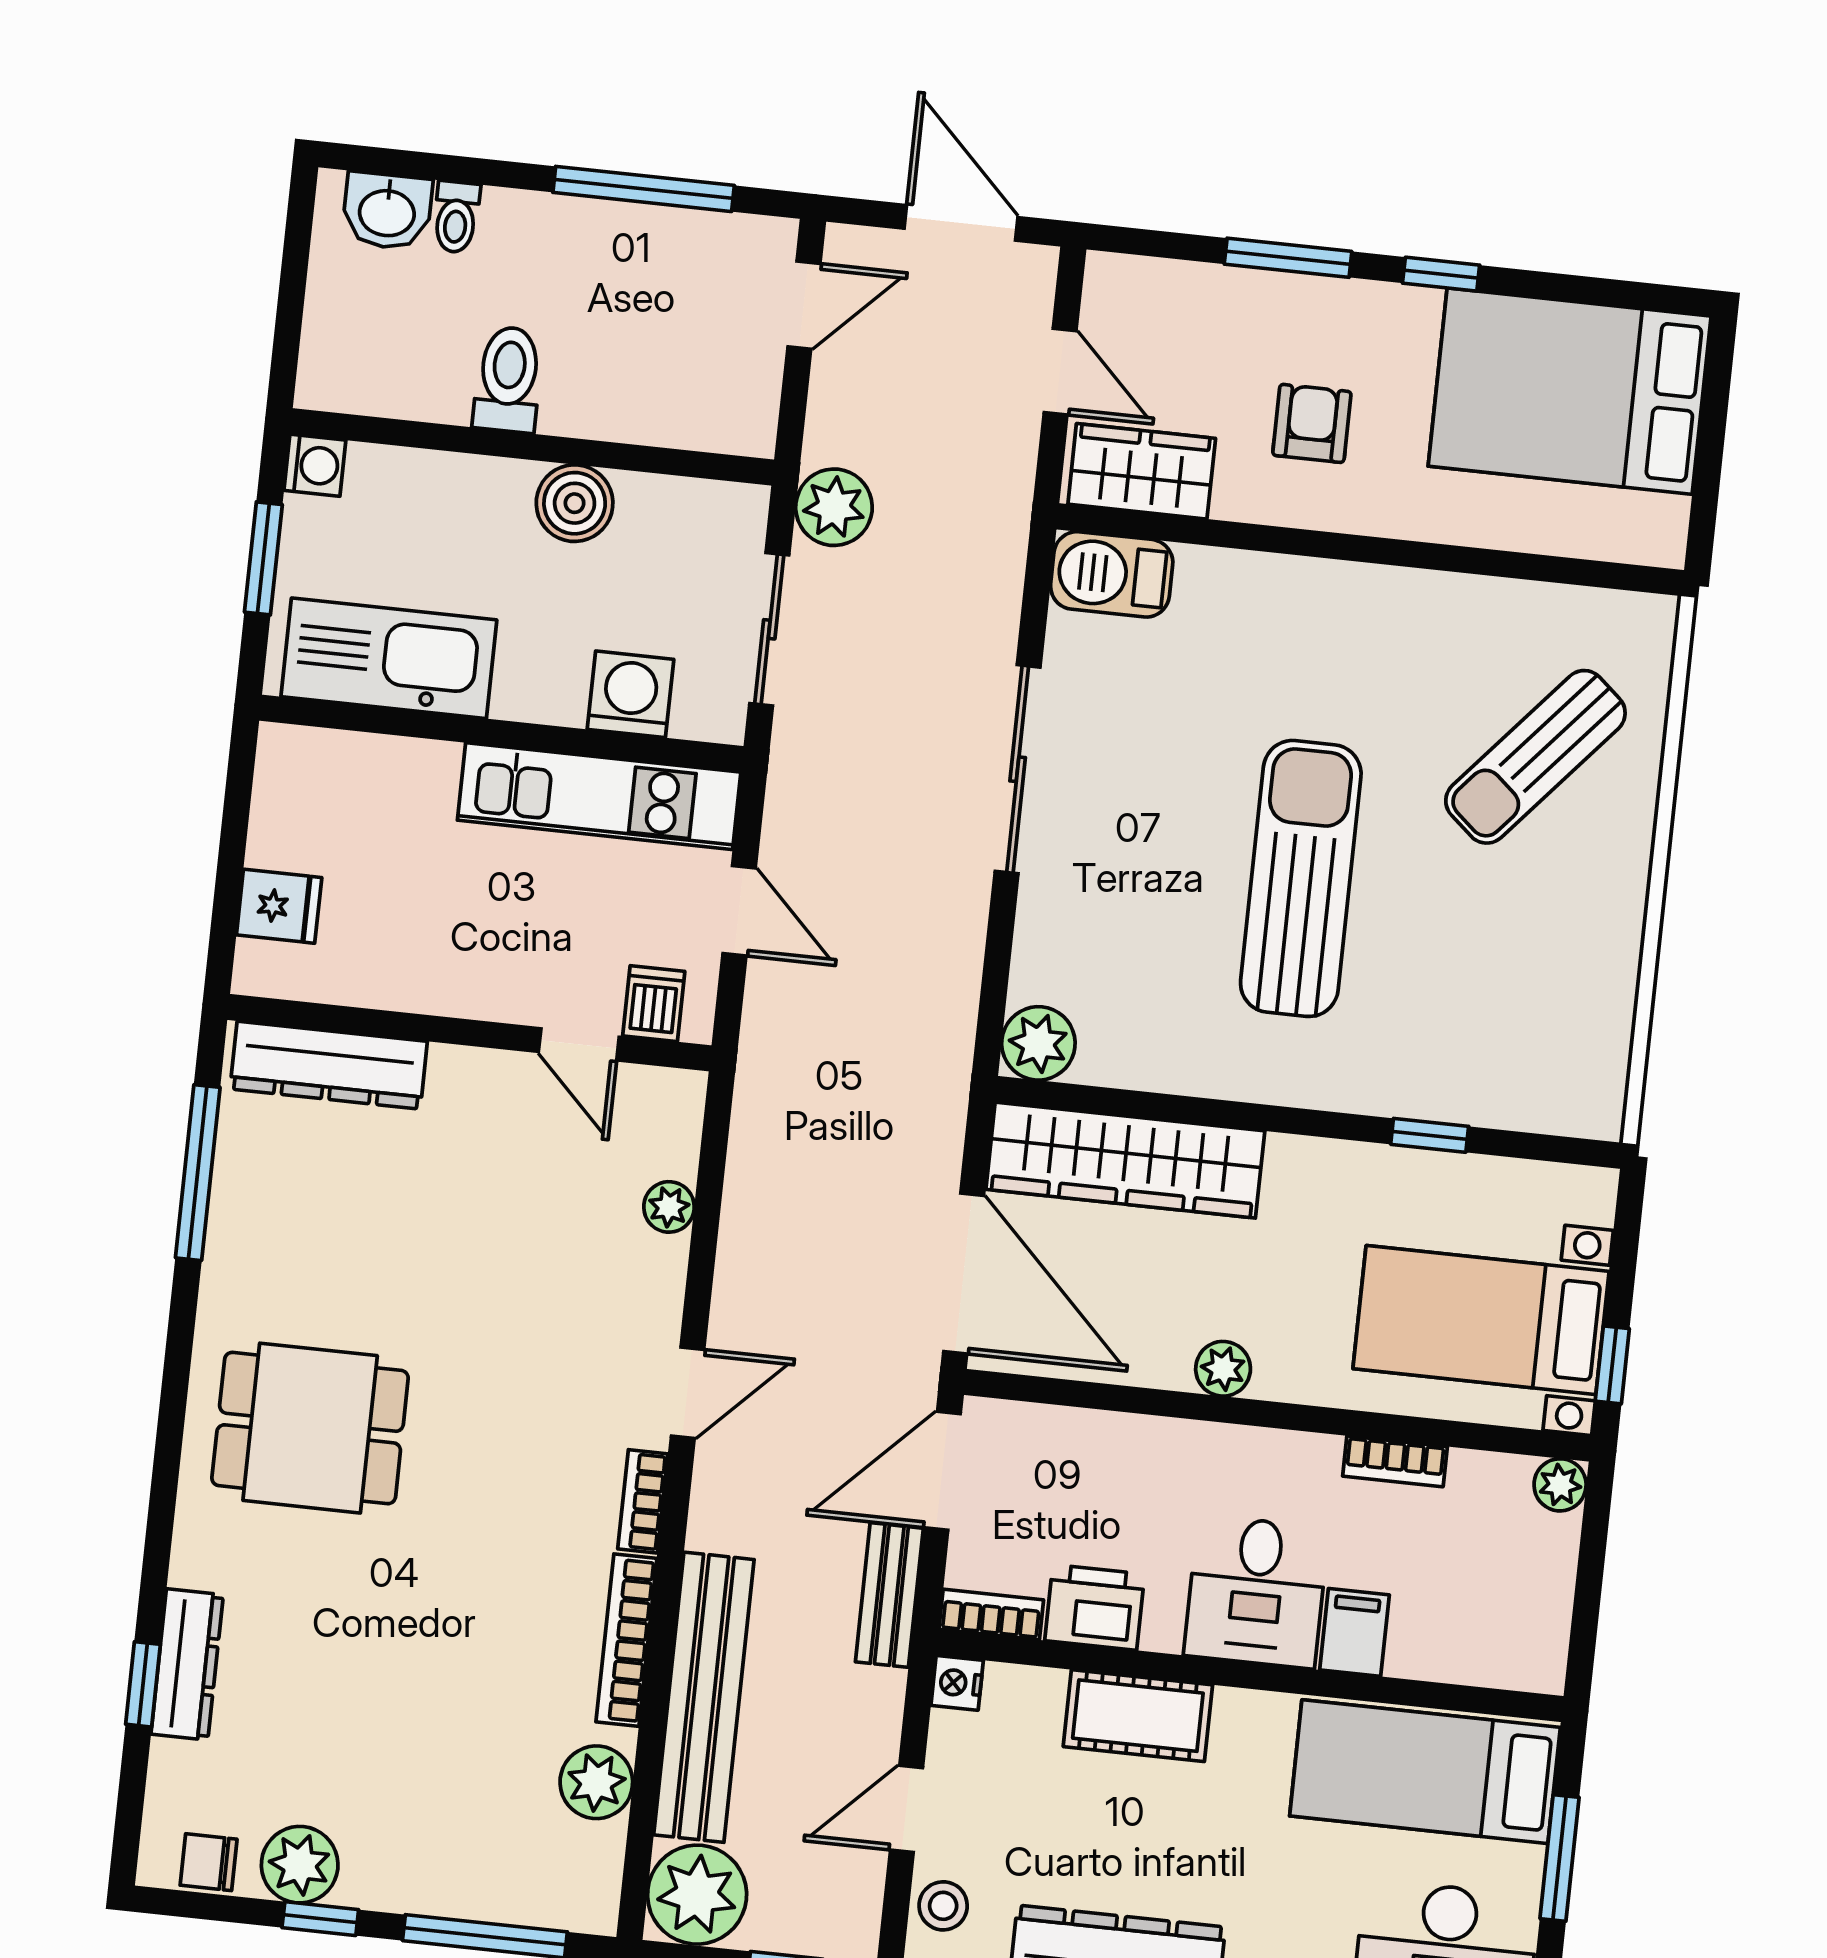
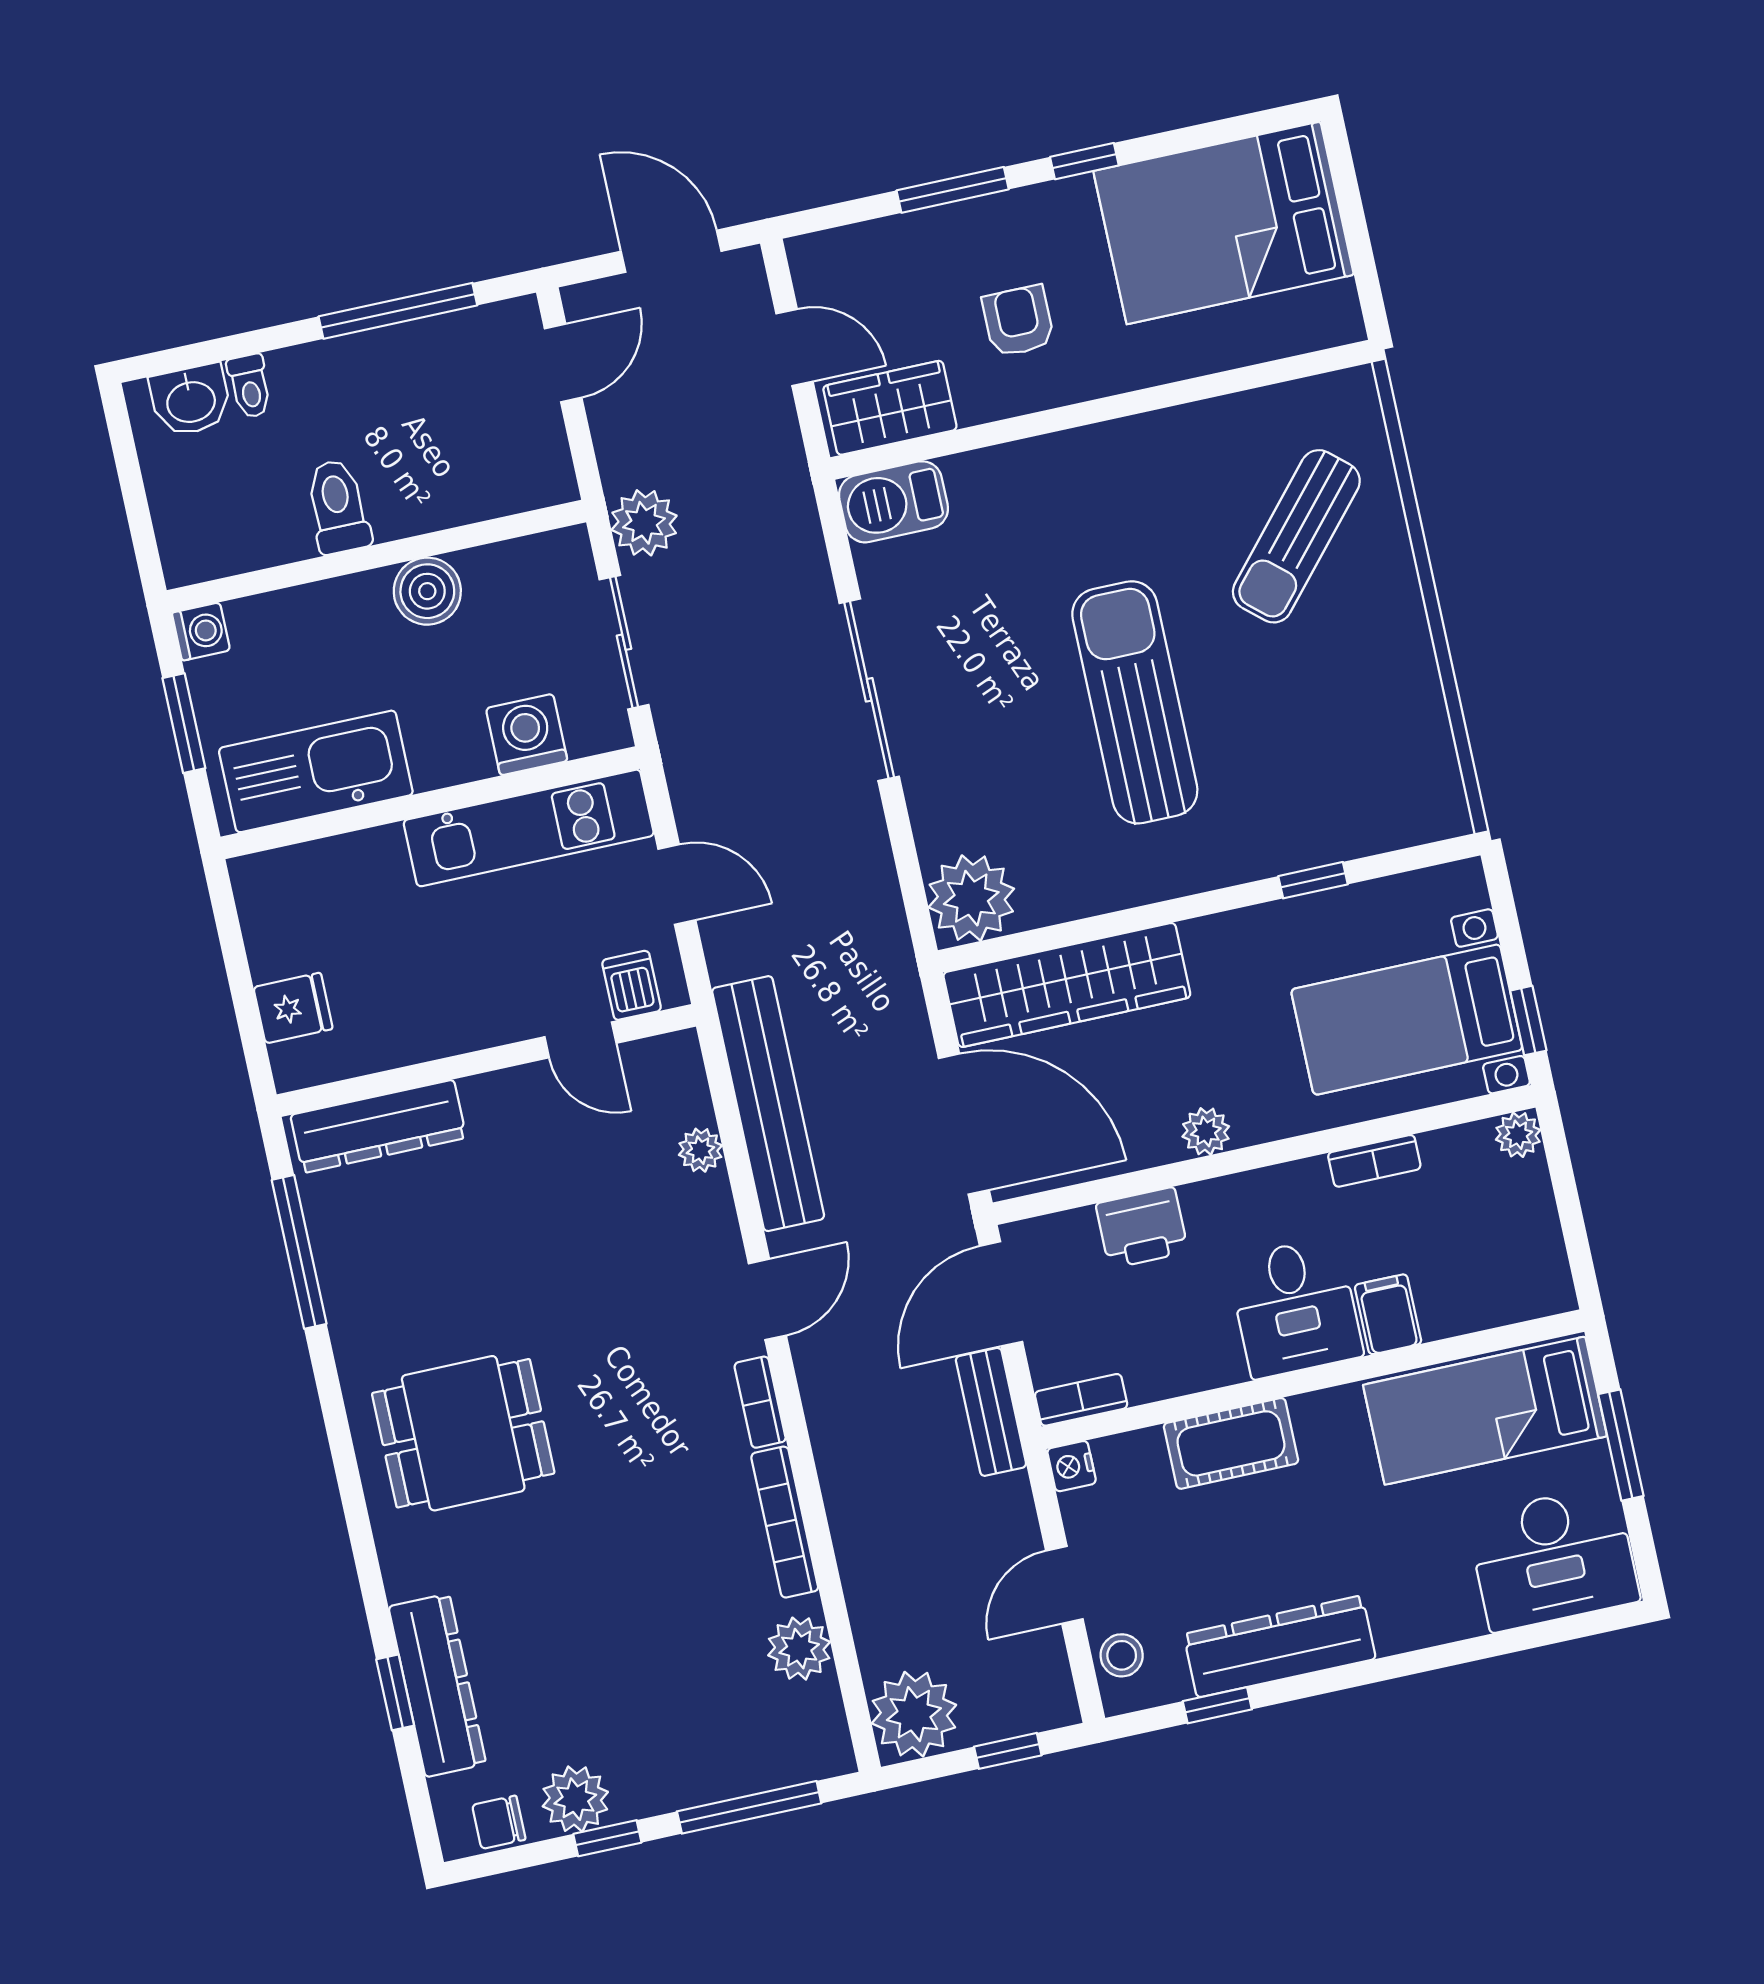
plant: (1038, 1043) -> (971, 898), width x1.36, depth x1.36
printer: (1095, 1607) -> (1142, 1228), moved, turned 180
dresser: (187, 1664) -> (437, 1685), width x1.37, depth x1.24
bench: (704, 1697) -> (768, 1104), moved

